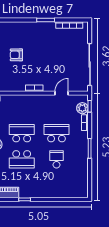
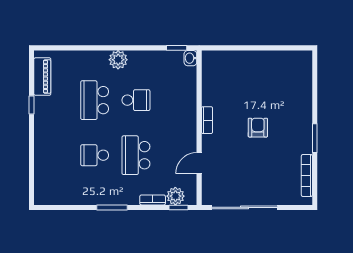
armchair: (16, 55) -> (258, 128), moved
door: (62, 93) -> (199, 163), swing flipped
school desk: (22, 133) -> (136, 100), width x0.54
school desk: (57, 133) -> (136, 155), turned 180
school desk: (57, 159) -> (95, 155), turned 180

